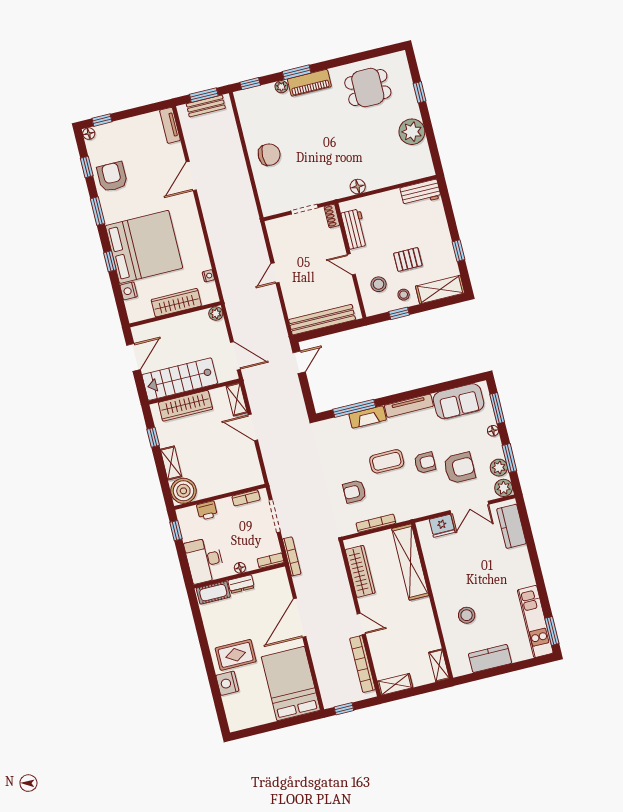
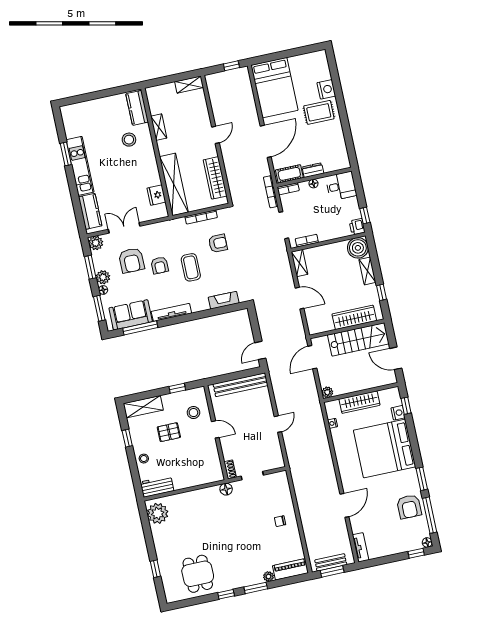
piano: (309, 83) -> (290, 569), moved
window: (250, 84) -> (226, 594), moved
dining table: (368, 88) -> (198, 574), turned 90
plant: (412, 132) -> (158, 513), moved
chair: (269, 155) -> (280, 521), width x0.54, depth x0.54
window: (87, 167) -> (430, 515), width x2.17
floor lamp: (358, 187) -> (226, 489), moved
workbench: (355, 229) -> (212, 458), removed
window: (110, 261) -> (406, 406), moved
stool: (404, 295) -> (144, 459), moved
door: (235, 356) -> (312, 357), hinge flipped
door: (133, 357) -> (396, 358), hinge flipped
shelving: (237, 399) -> (300, 263), moved
window: (354, 408) -> (140, 328), moved
fireplace: (368, 417) -> (224, 300), moved
coffee table: (387, 461) -> (191, 267), turned 90
armchair: (425, 463) -> (160, 265), turned -90
armchair: (459, 468) -> (131, 260), turned -90
plant: (499, 468) -> (103, 277), moved
printer: (207, 510) -> (357, 227), moved, turned -90
fridge: (442, 526) -> (156, 195), moved, turned -90
desk: (205, 560) -> (341, 186), width x0.73
cot: (213, 593) -> (289, 174), moved
kitchen unit: (535, 621) -> (80, 166), moved
door: (361, 624) -> (215, 135), swing flipped
window: (552, 631) -> (66, 154), moved
kitchen counter: (490, 658) -> (137, 108), moved, turned 90
bookcase: (362, 664) -> (215, 102), removed
shelving: (439, 665) -> (159, 127), moved

